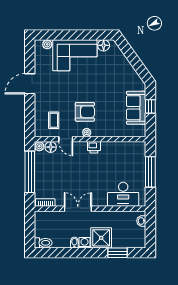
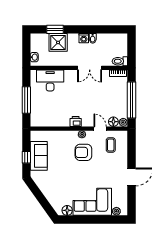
shower: (101, 238) -> (58, 42), moved
toilet: (43, 243) -> (120, 61), moved

